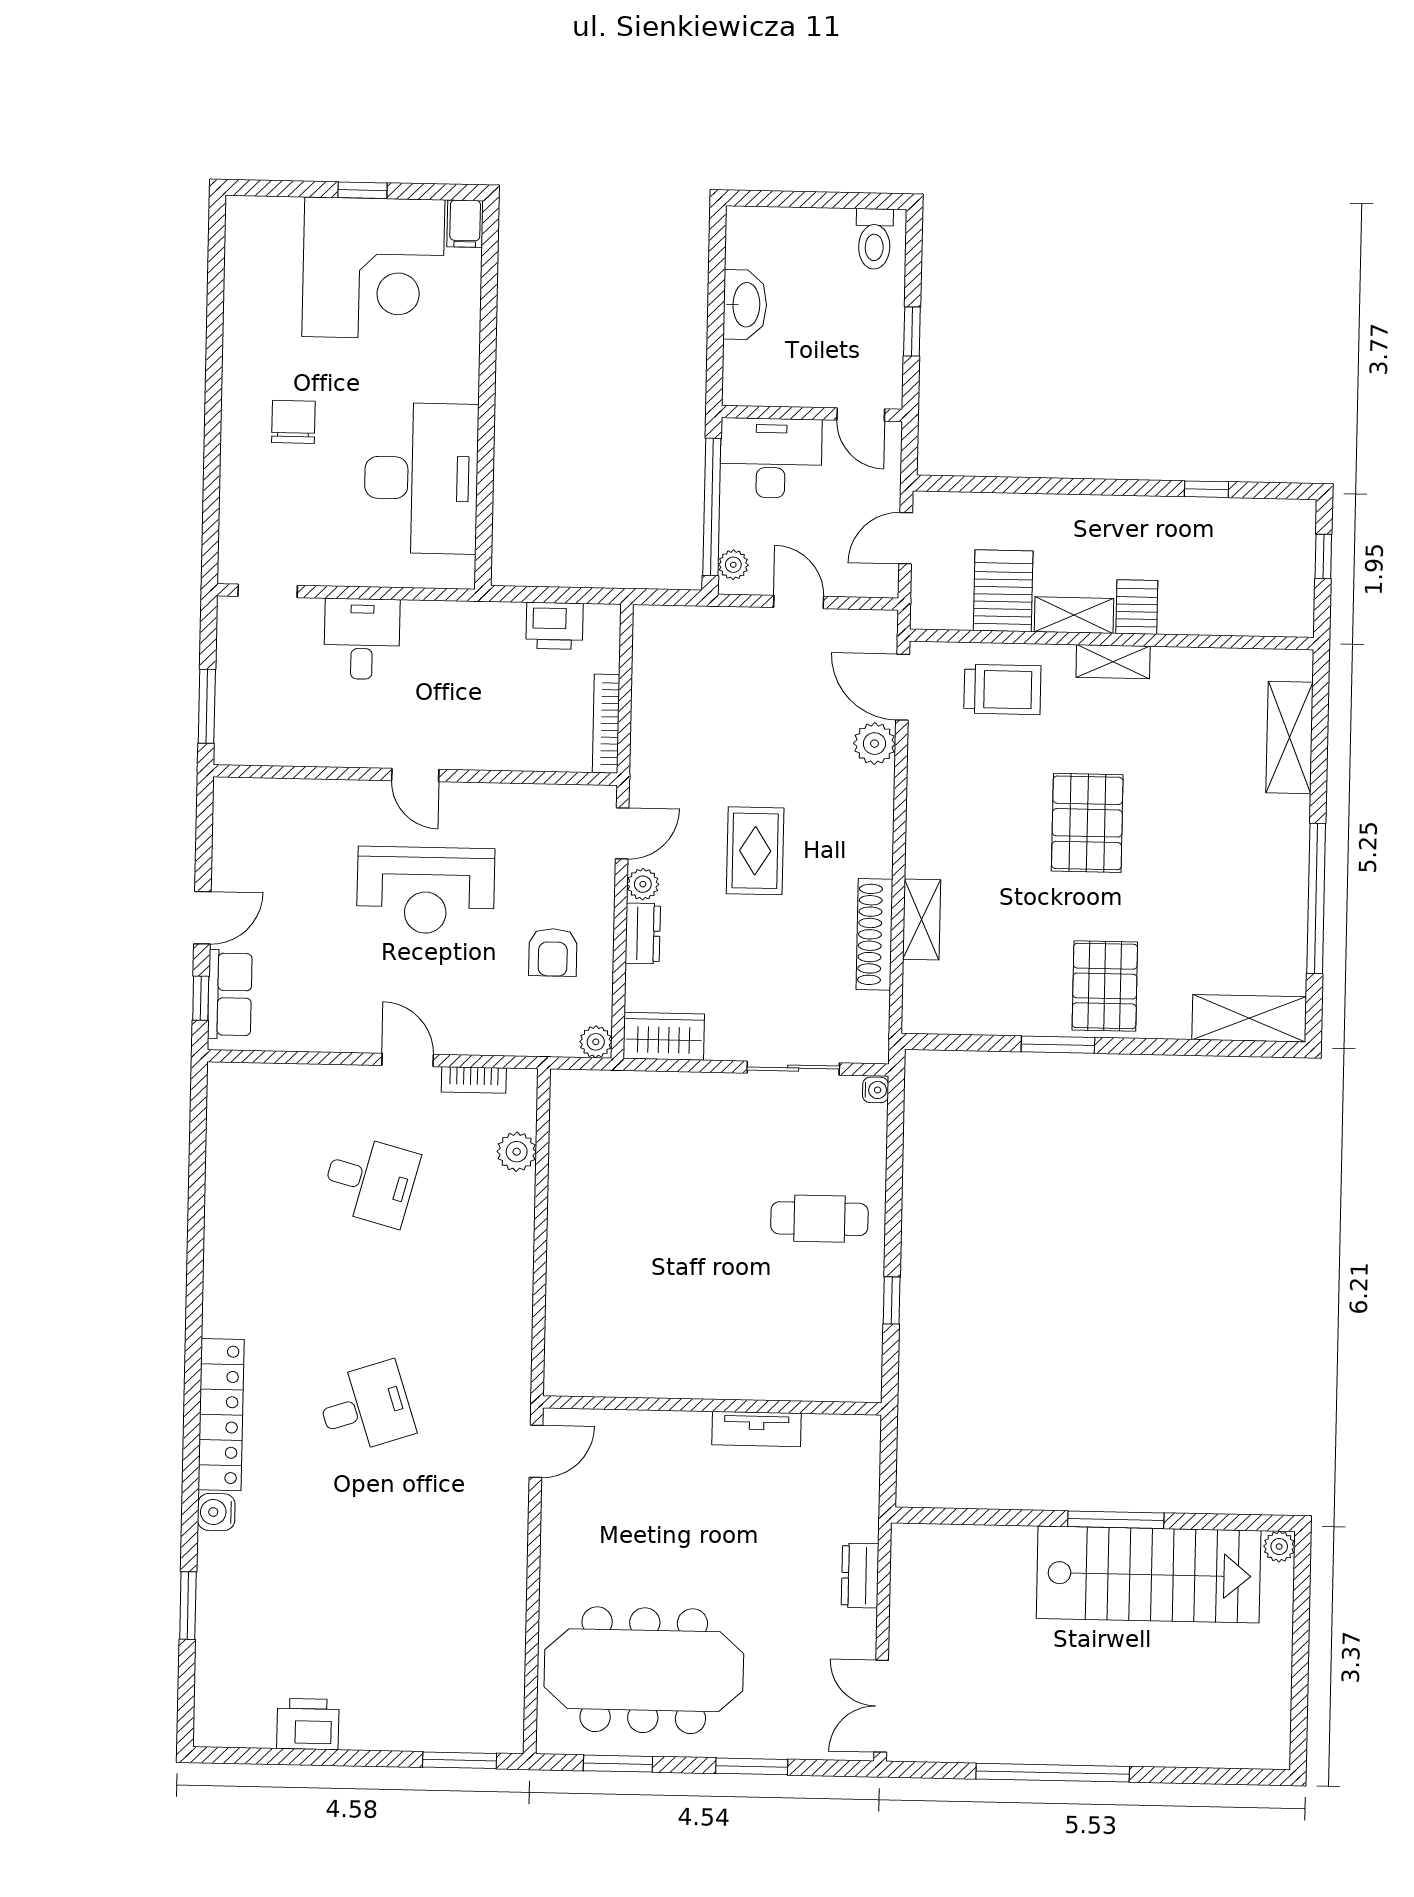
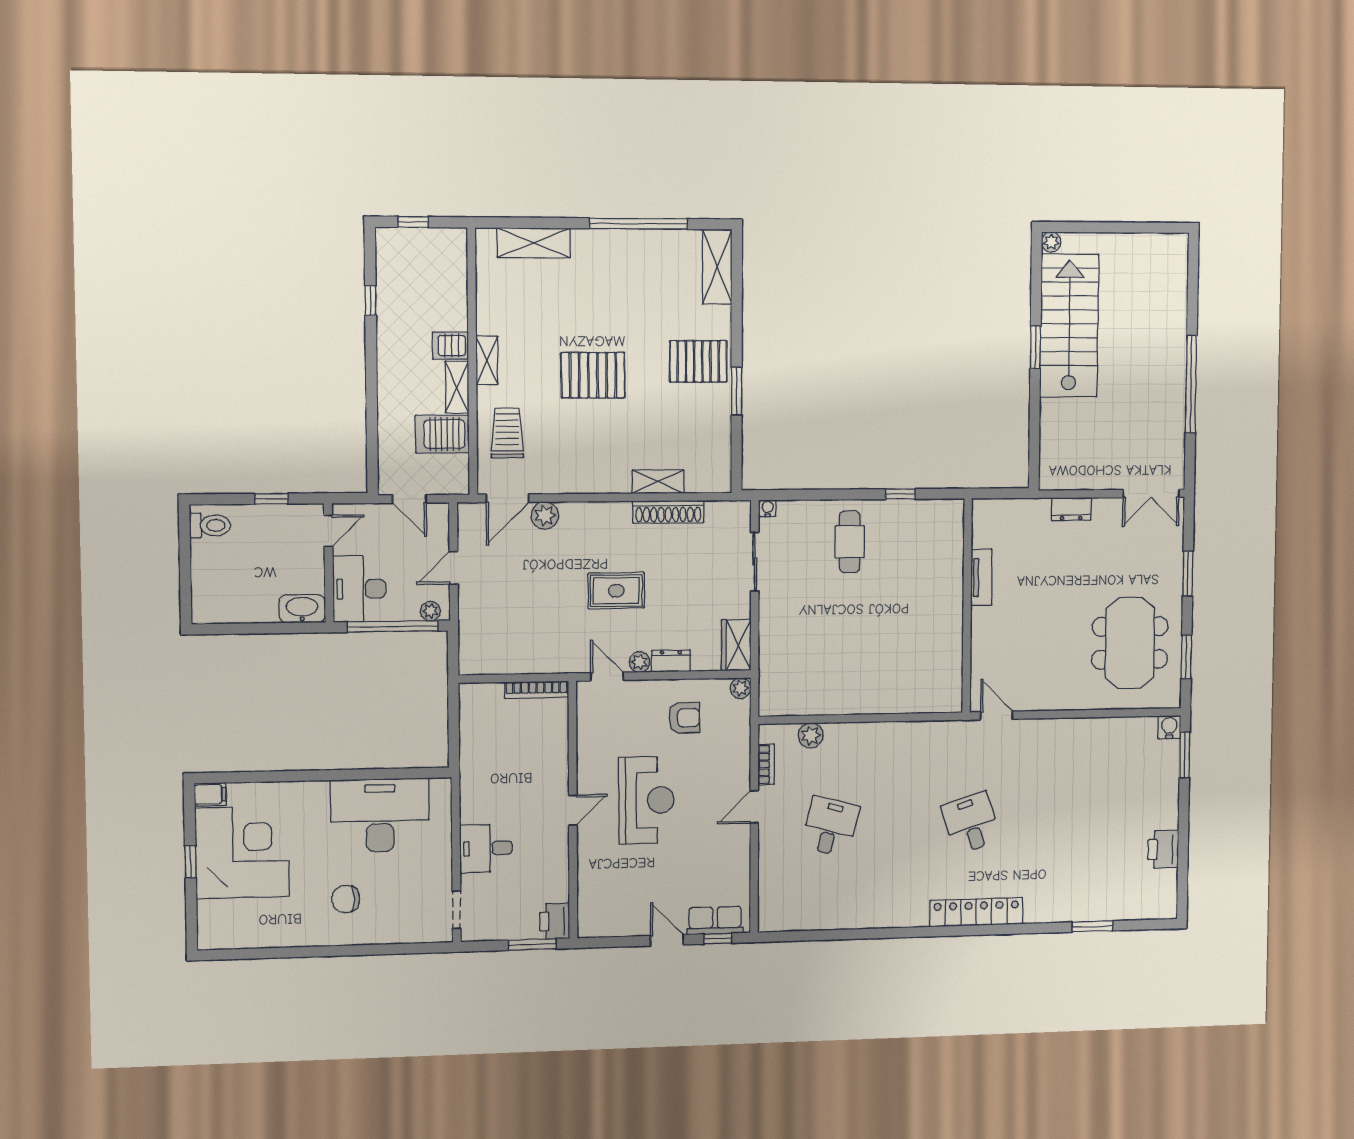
washbasin: (745, 305) -> (302, 609), moved
printer: (555, 626) -> (555, 921), moved, turned 180
water cooler: (216, 1512) -> (1169, 727), moved, turned 180
window: (1116, 1520) -> (1035, 347), width x0.69
meeting table: (644, 1670) -> (1130, 643), width x0.73

